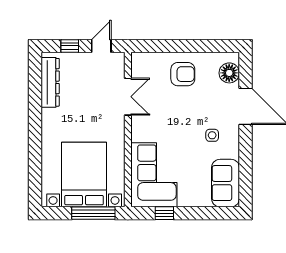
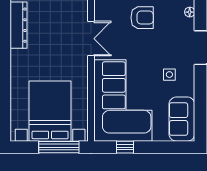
floor lamp: (229, 73) -> (190, 12), width x0.53, depth x0.53
corner sofa: (154, 175) -> (123, 100), width x1.36, depth x1.36

